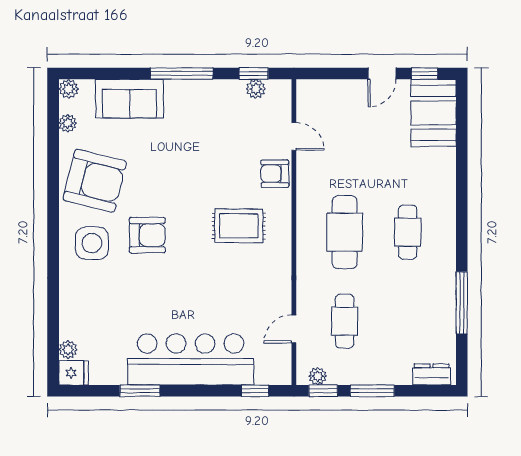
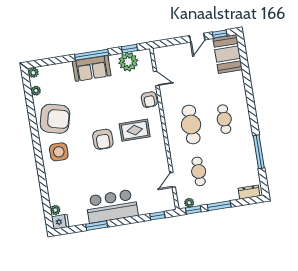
plant: (256, 89) -> (128, 62), width x1.87, depth x1.87
sofa: (130, 99) -> (92, 68), moved
armchair: (275, 174) -> (149, 100), turned -92
armchair: (147, 235) -> (103, 139), moved, turned 90
bar counter: (191, 359) -> (112, 206), width x0.73

